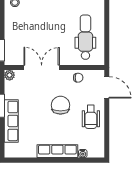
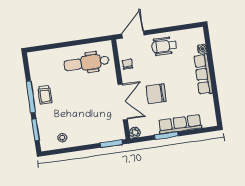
double door: (42, 67) -> (123, 102), swing flipped
chair: (60, 105) -> (156, 94), moved
wheelchair: (91, 117) -> (164, 46), turned 180

